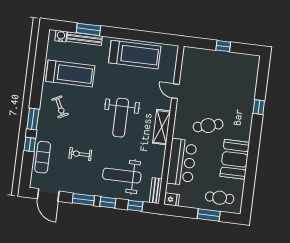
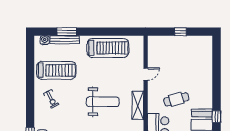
door: (175, 91) -> (146, 74), swing flipped
window: (259, 107) -> (216, 117), moved
weight bench: (121, 118) -> (103, 102), turned -90
window: (33, 119) -> (30, 112), removed

